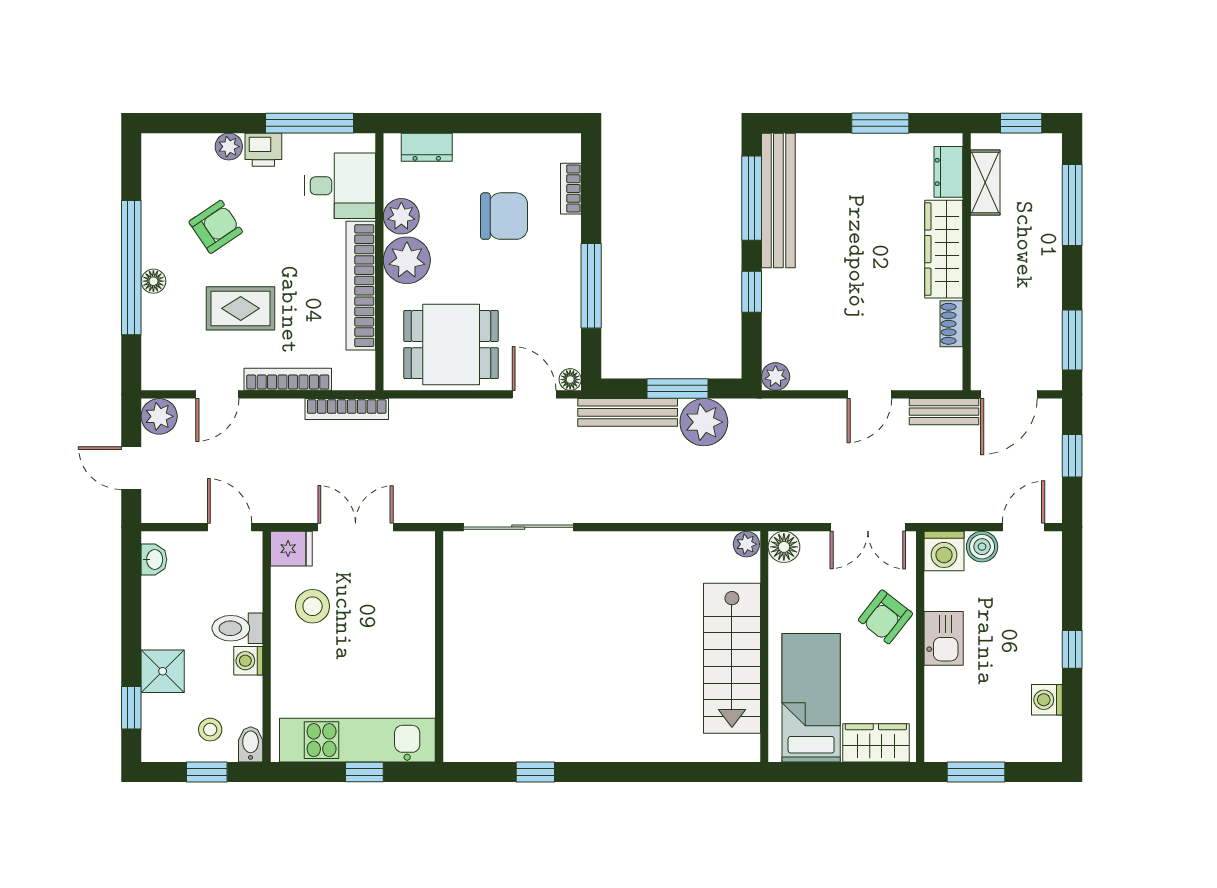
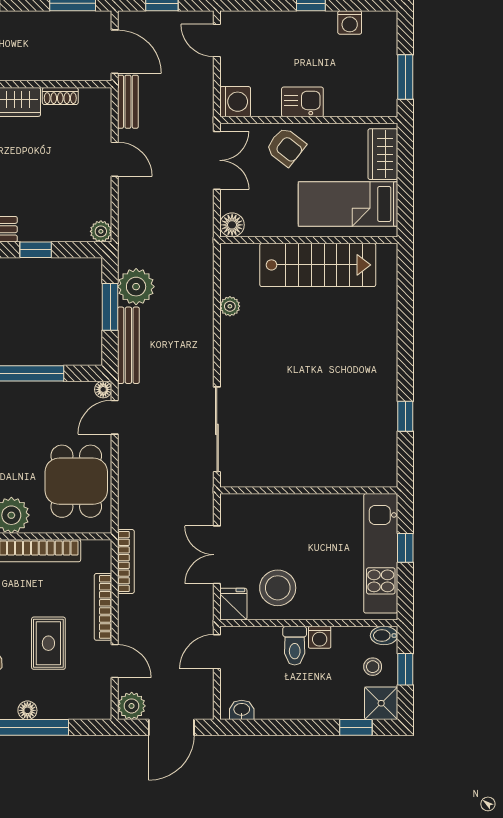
door: (131, 468) -> (171, 727), width x1.38
plant: (746, 544) -> (230, 306), moved
boiler: (982, 547) -> (232, 72), removed
stool: (313, 606) -> (278, 588), width x1.38, depth x1.38
shower: (163, 671) -> (381, 703), moved

